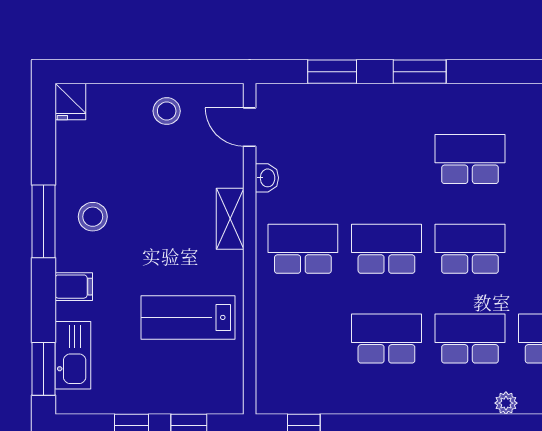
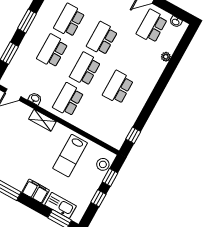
stool: (93, 217) -> (103, 164), moved
filing cabinet: (74, 287) -> (36, 191), width x2.00
school desk: (470, 339) -> (52, 51), moved

